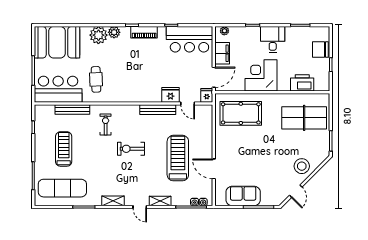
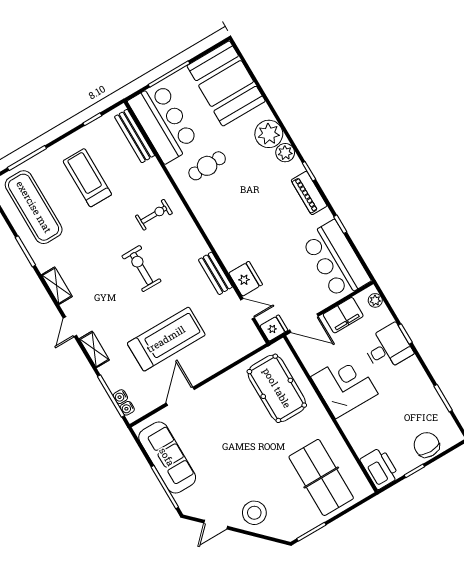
desk: (273, 39) -> (388, 348), moved
printer: (302, 83) -> (380, 468), moved
door: (188, 104) -> (248, 309), swing flipped
bench: (72, 110) -> (135, 136), moved
bench: (158, 110) -> (215, 273), width x0.73
treadmill: (64, 149) -> (87, 178), turned -90
sofa: (243, 196) -> (167, 457), width x1.36

